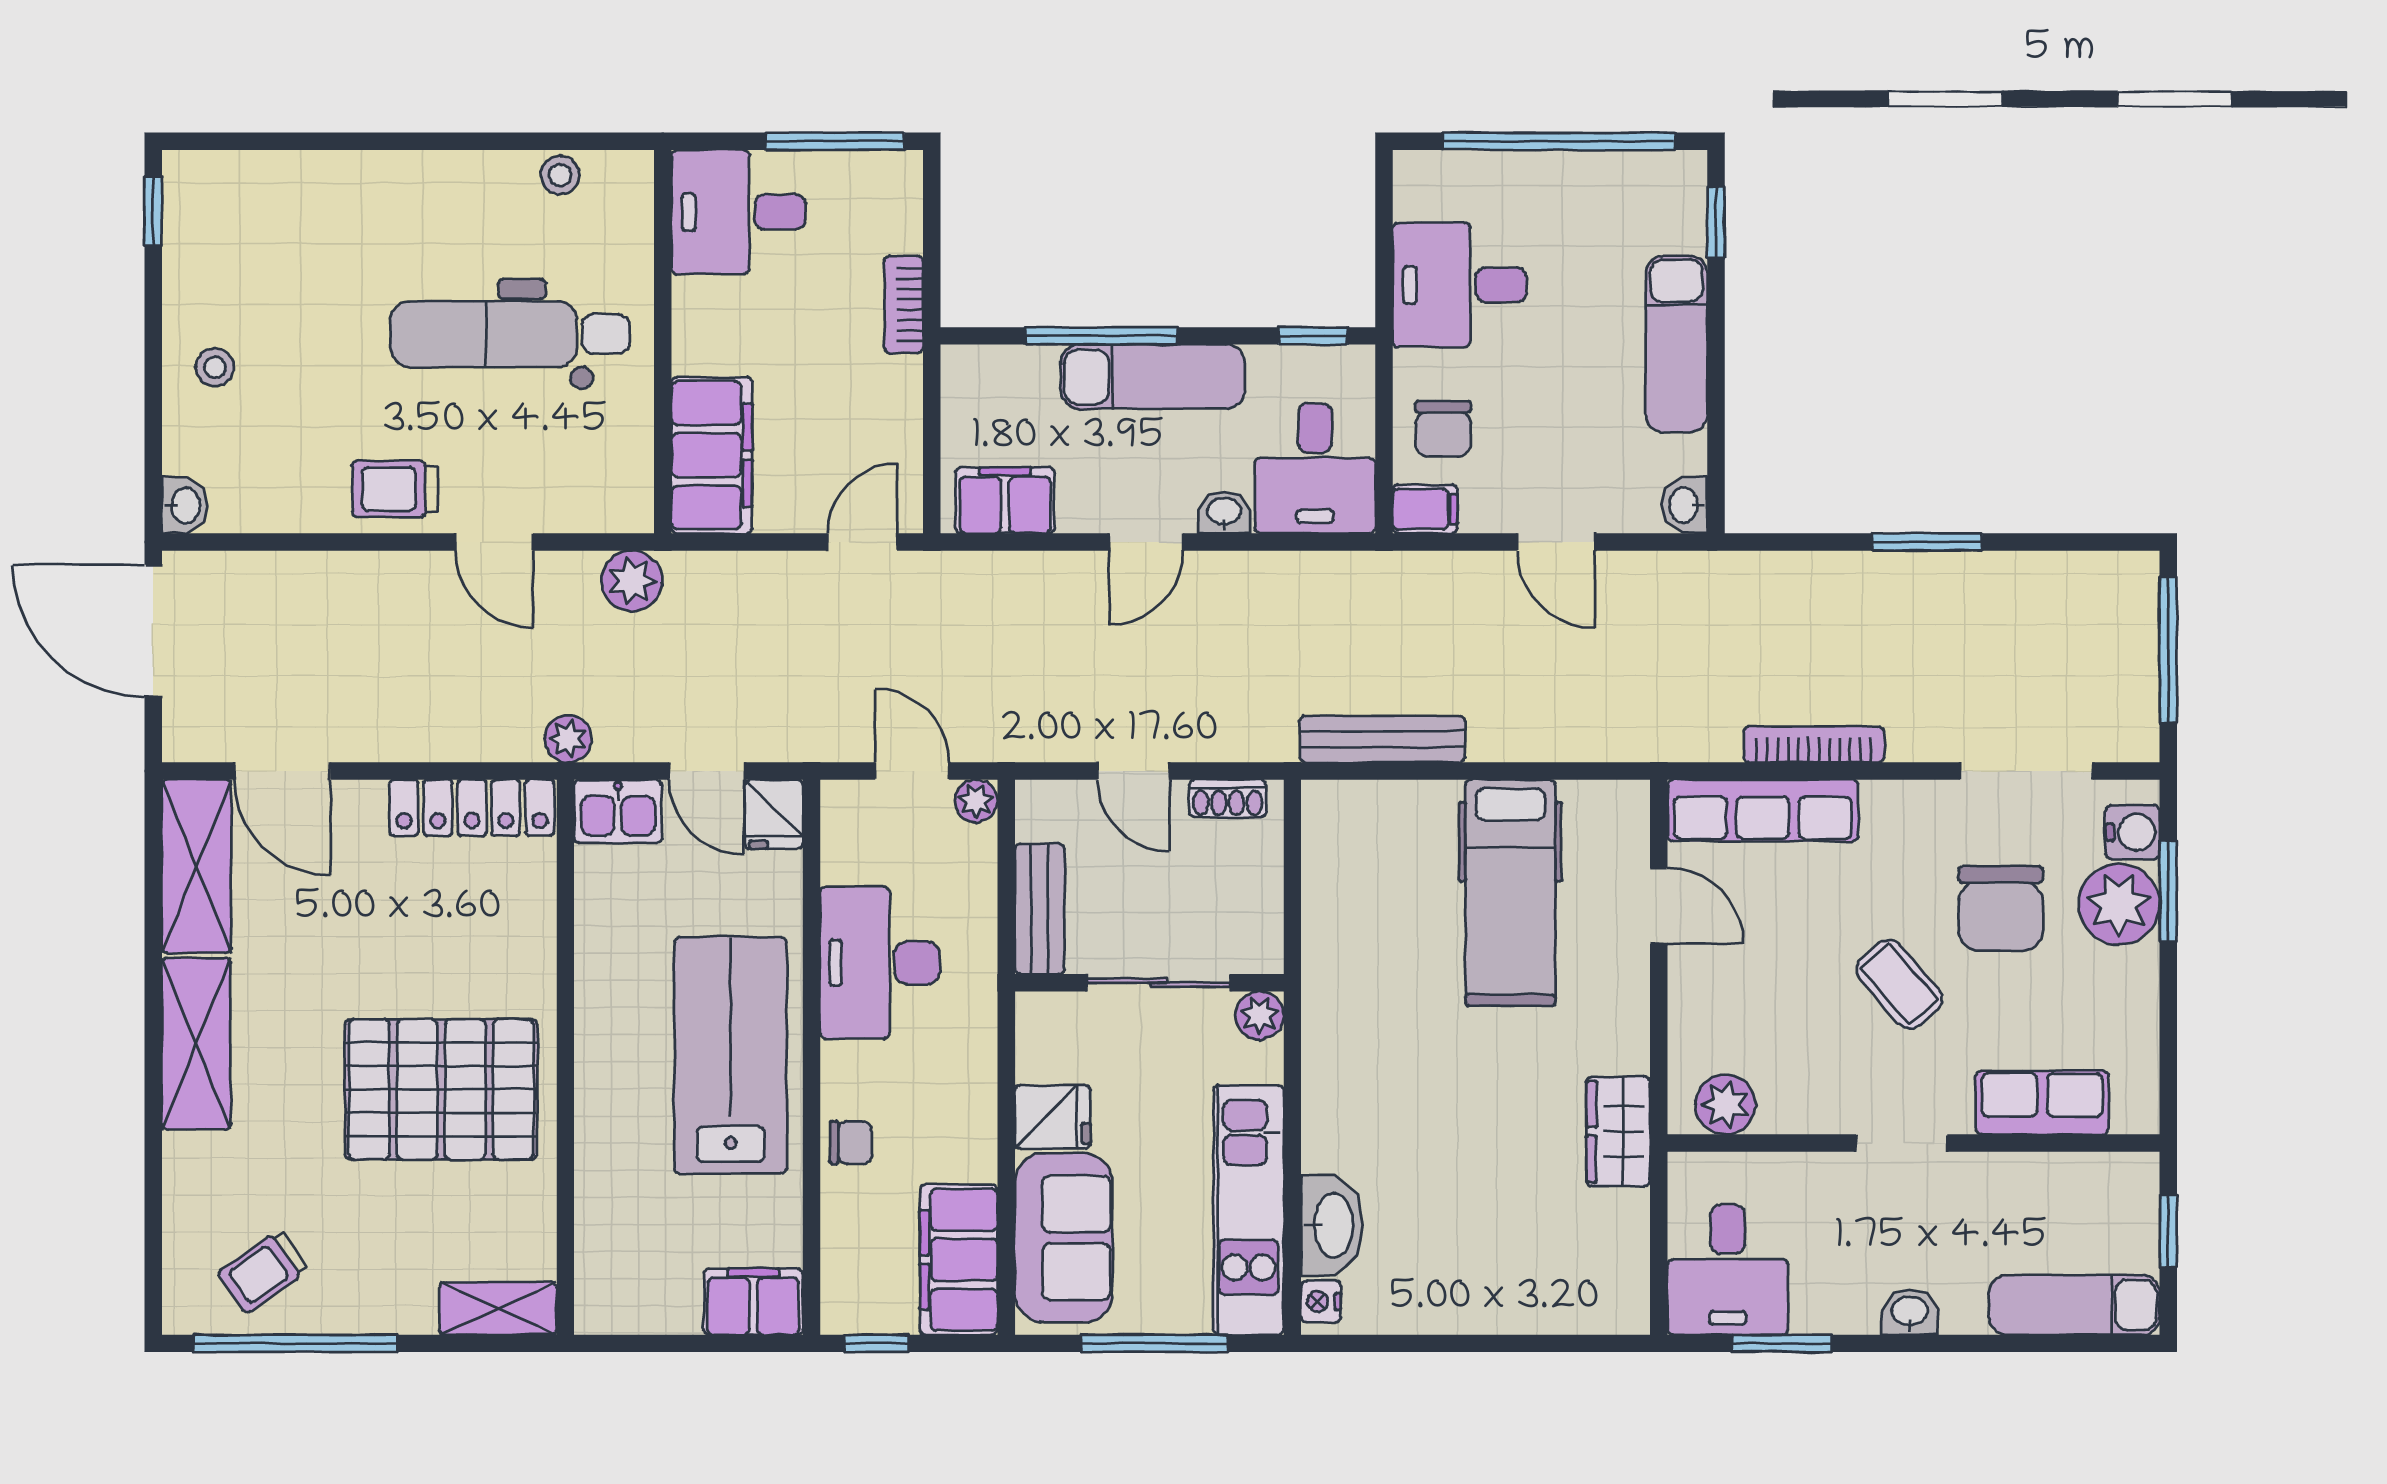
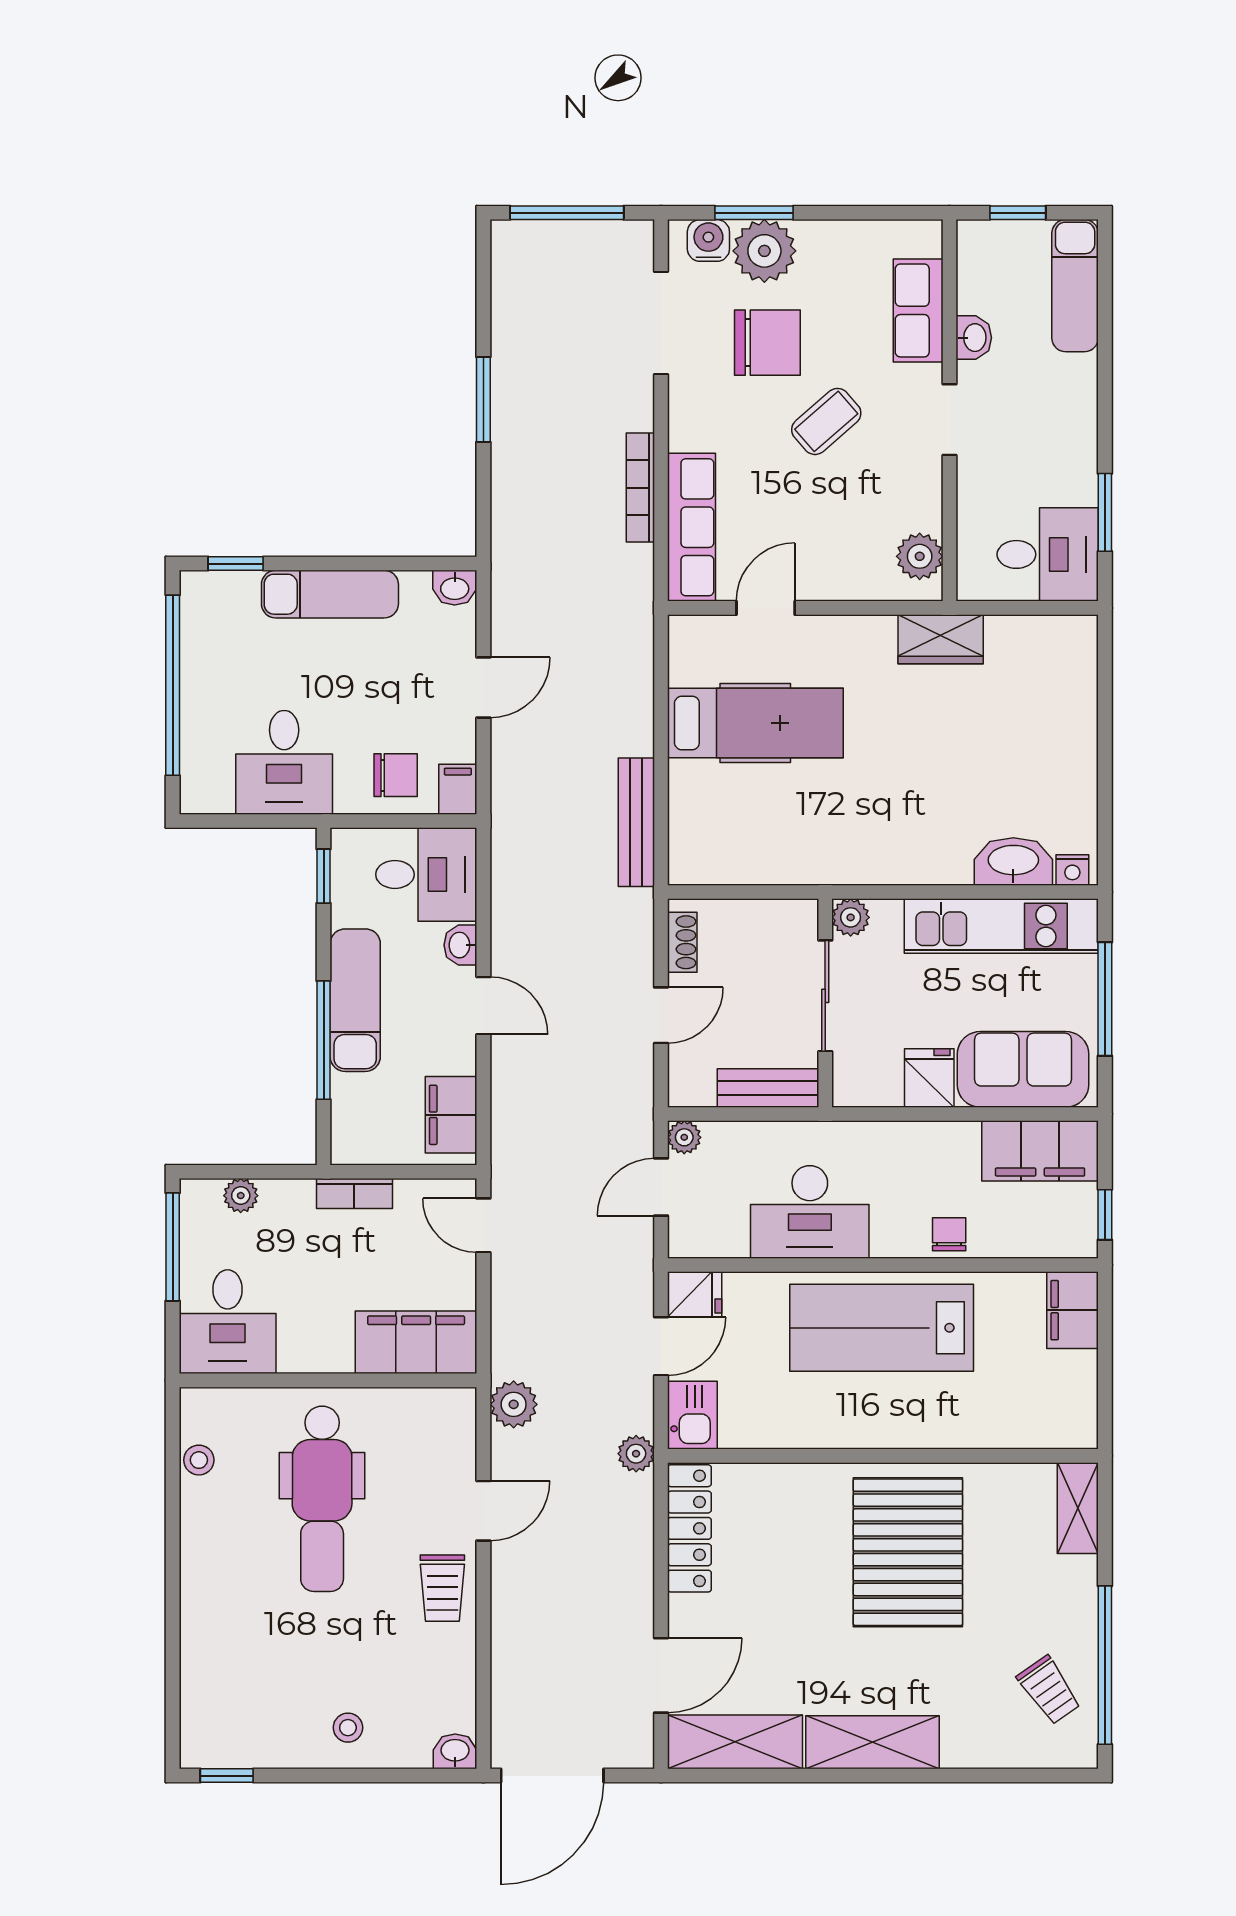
plant: (901, 229) -> (241, 1196), added
bookcase: (904, 304) -> (354, 1193), moved
washbasin: (1910, 1312) -> (974, 338), moved, turned 180

